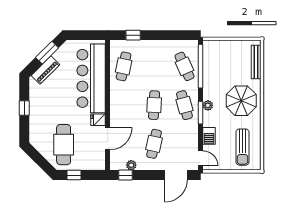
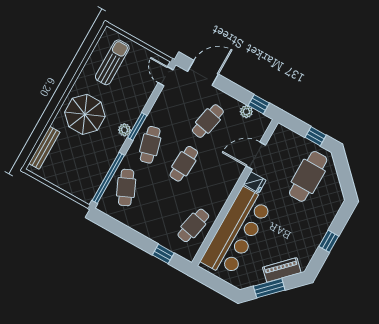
barbecue: (209, 136) -> (142, 96), removed

